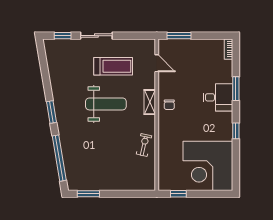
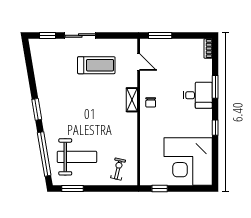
weight bench: (106, 104) -> (77, 157), moved
exercise bike: (144, 145) -> (118, 169), moved

